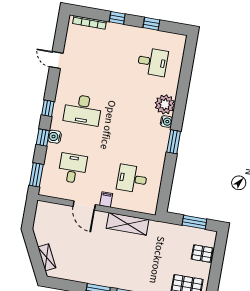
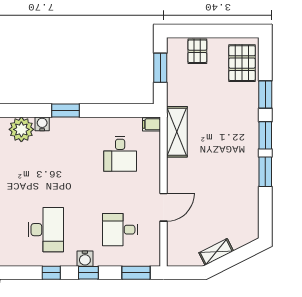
filing cabinet: (106, 200) -> (151, 124), moved
shelving: (128, 224) -> (177, 132), moved
shelving: (47, 257) -> (216, 252), moved

